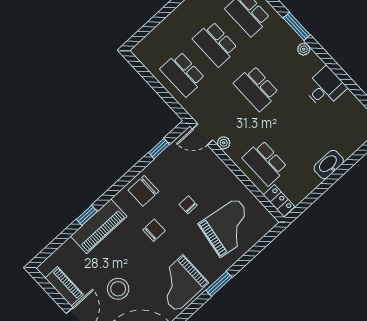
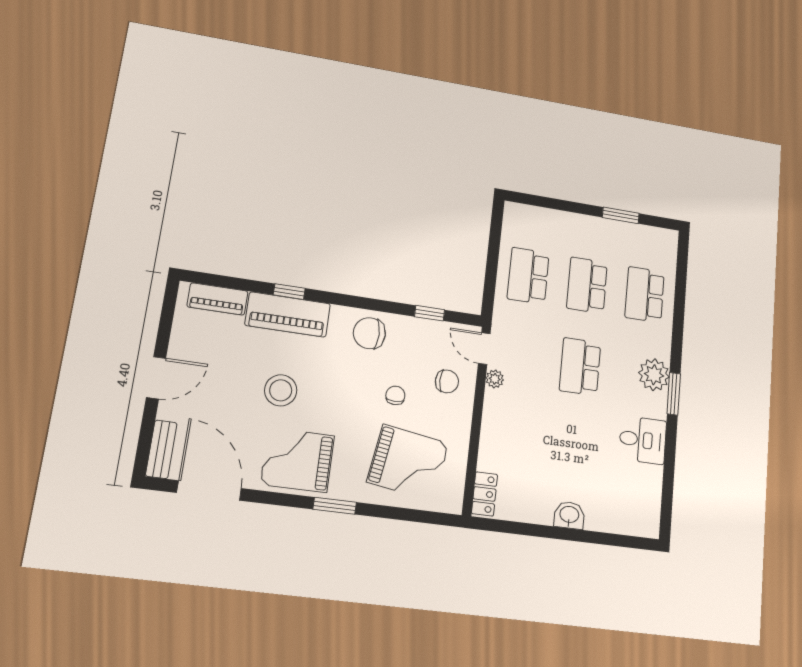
window: (297, 26) -> (674, 394), moved
plant: (304, 49) -> (654, 375), width x1.88, depth x1.88
school desk: (265, 163) -> (512, 443), removed
washbasin: (329, 164) -> (569, 515), width x0.72
chair: (154, 230) -> (447, 381), moved
piano: (64, 286) -> (218, 299), moved, turned 90
stool: (118, 289) -> (281, 390), moved

